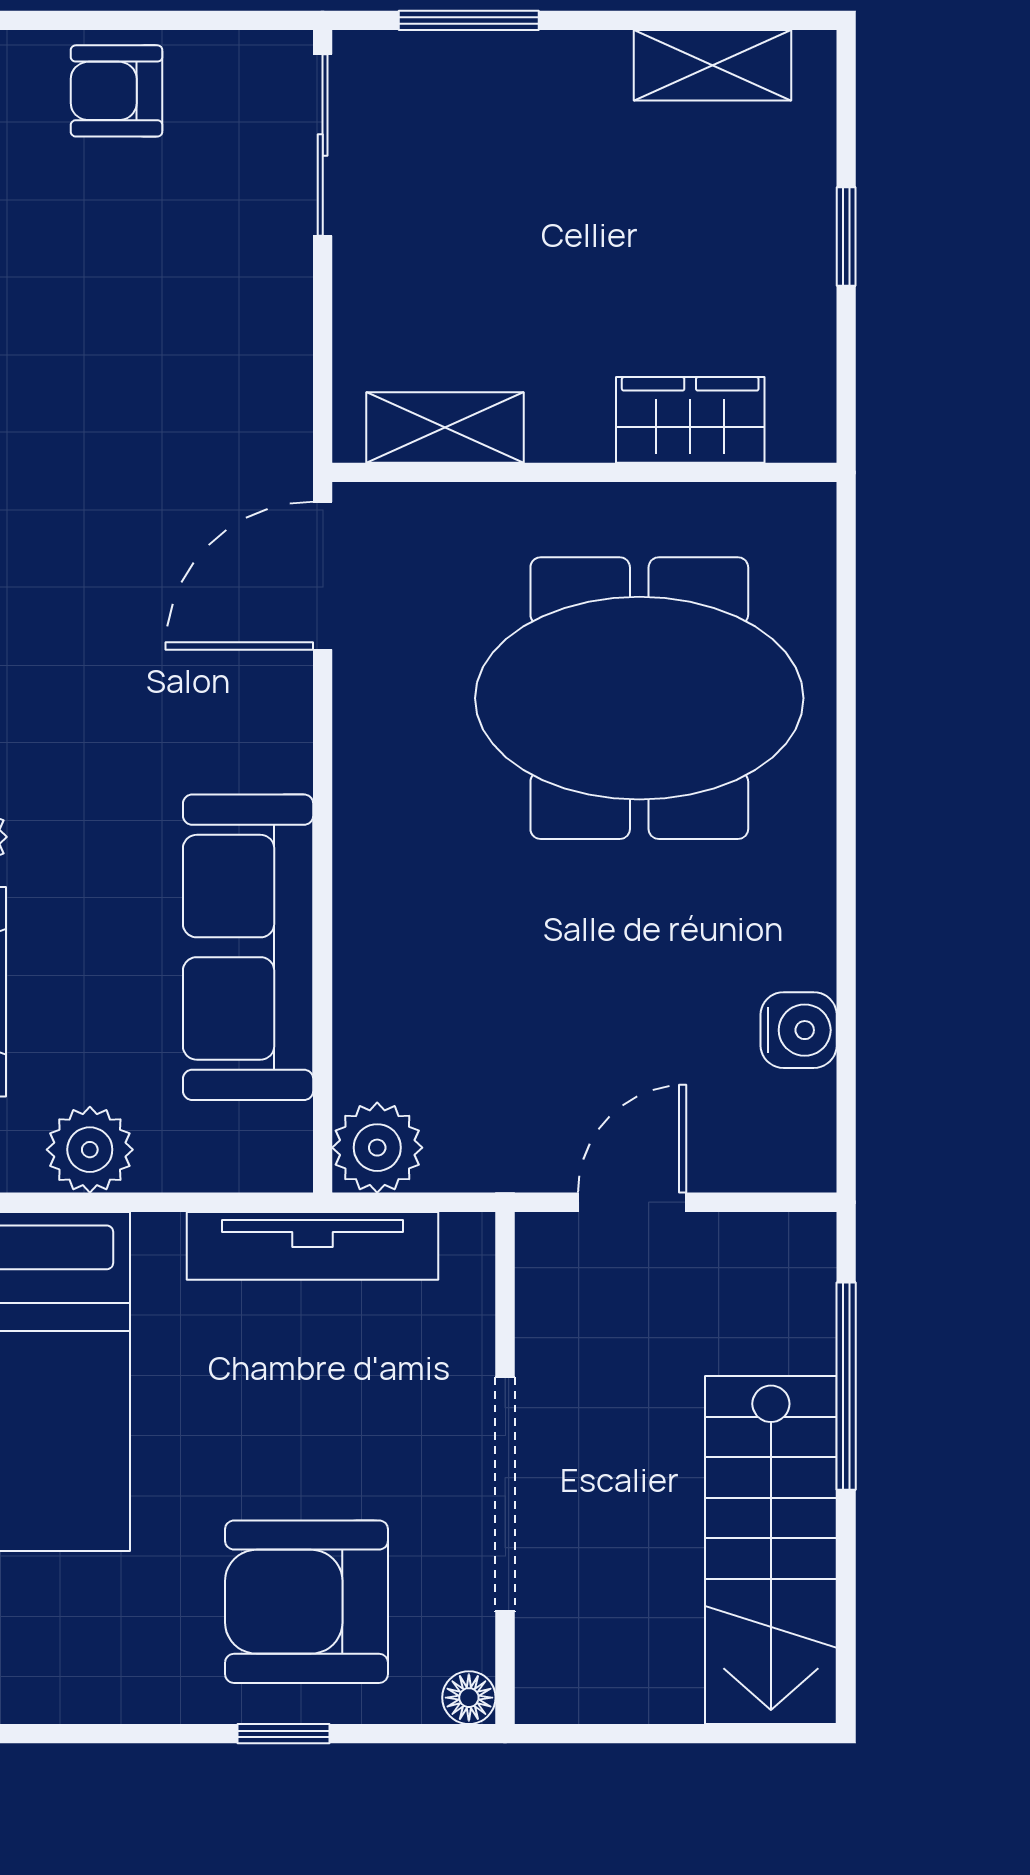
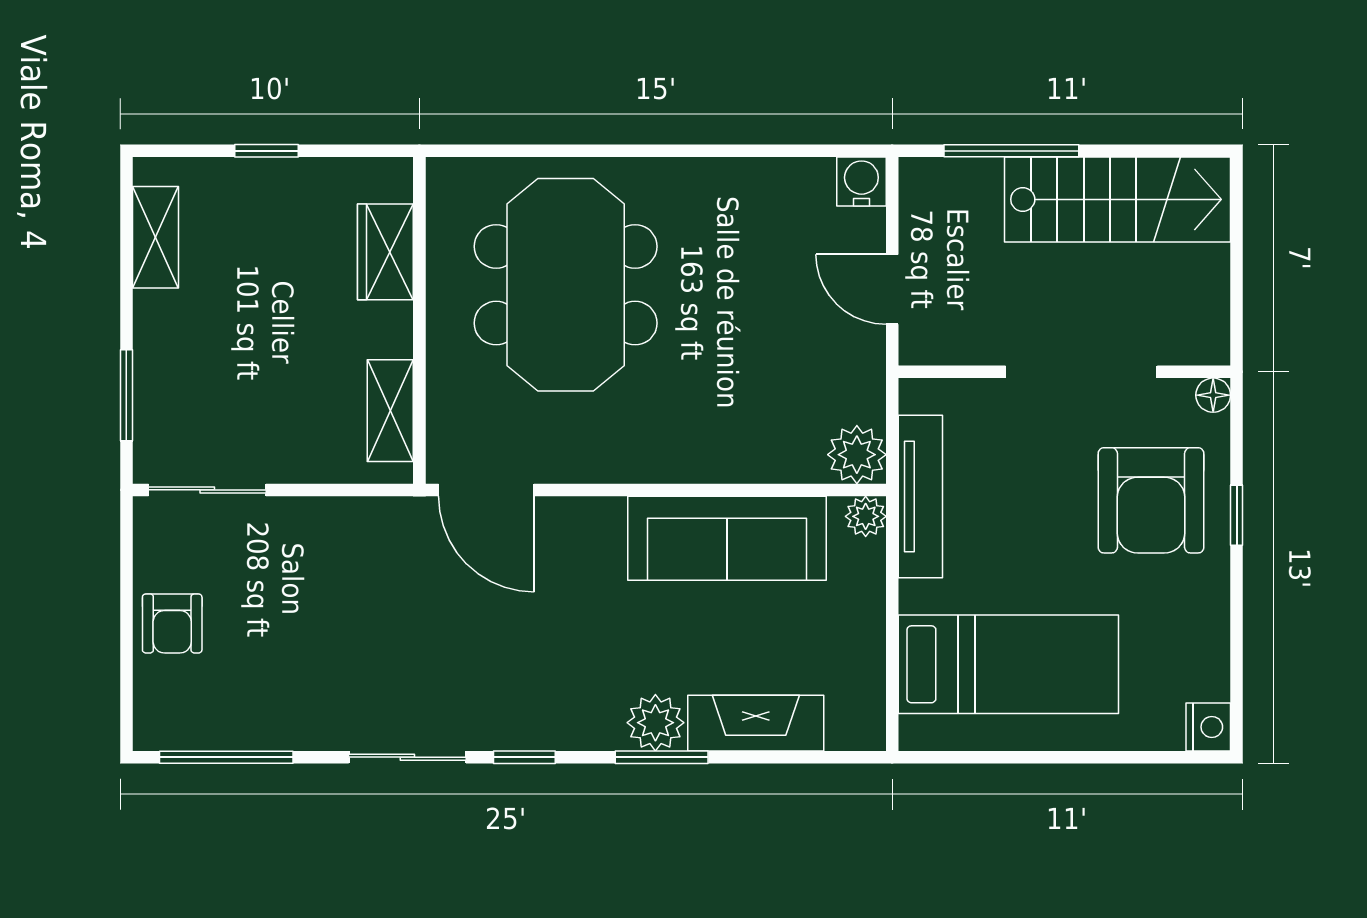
water cooler: (799, 1030) -> (861, 182), moved
plant: (90, 1150) -> (866, 516), moved, width x0.73, depth x0.73

